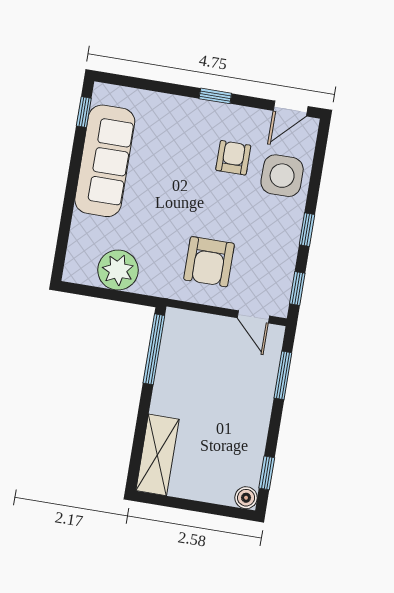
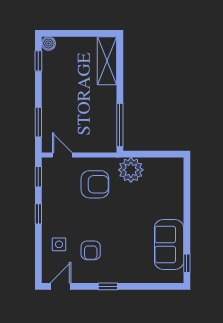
sofa: (105, 161) -> (169, 244), width x0.73
side table: (282, 176) -> (59, 244), width x0.54, depth x0.54
armchair: (209, 262) -> (95, 184), turned 90
plant: (118, 270) -> (131, 170), moved

